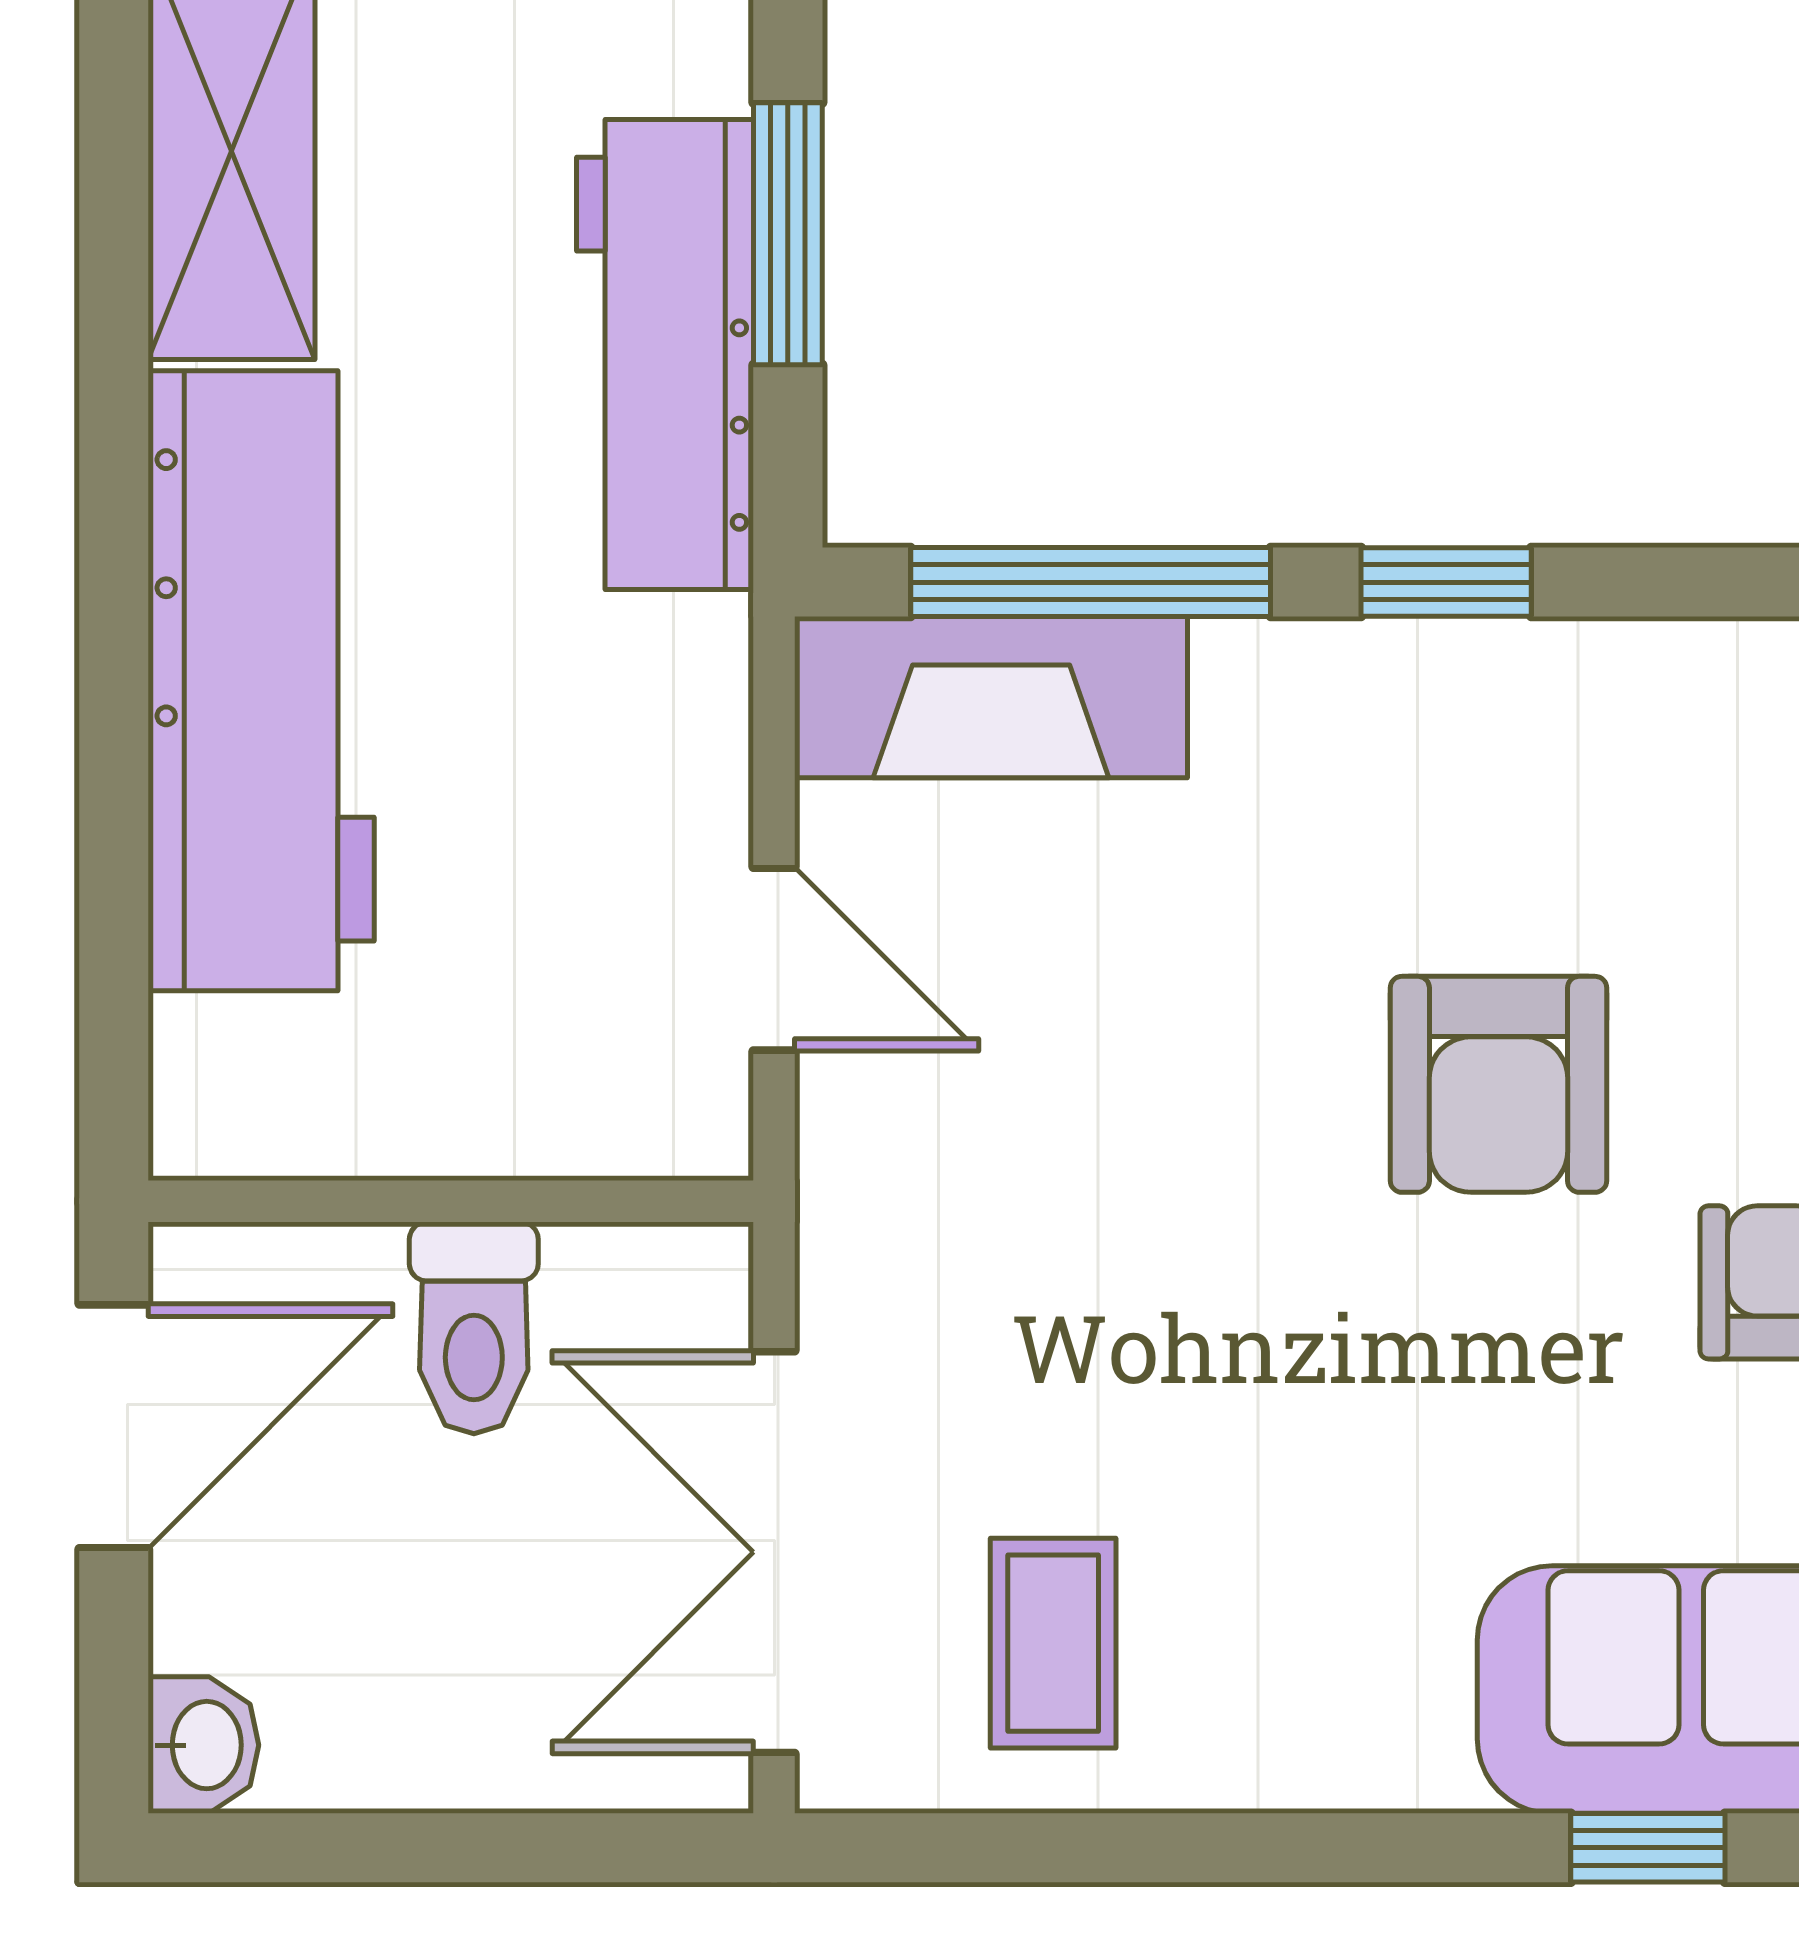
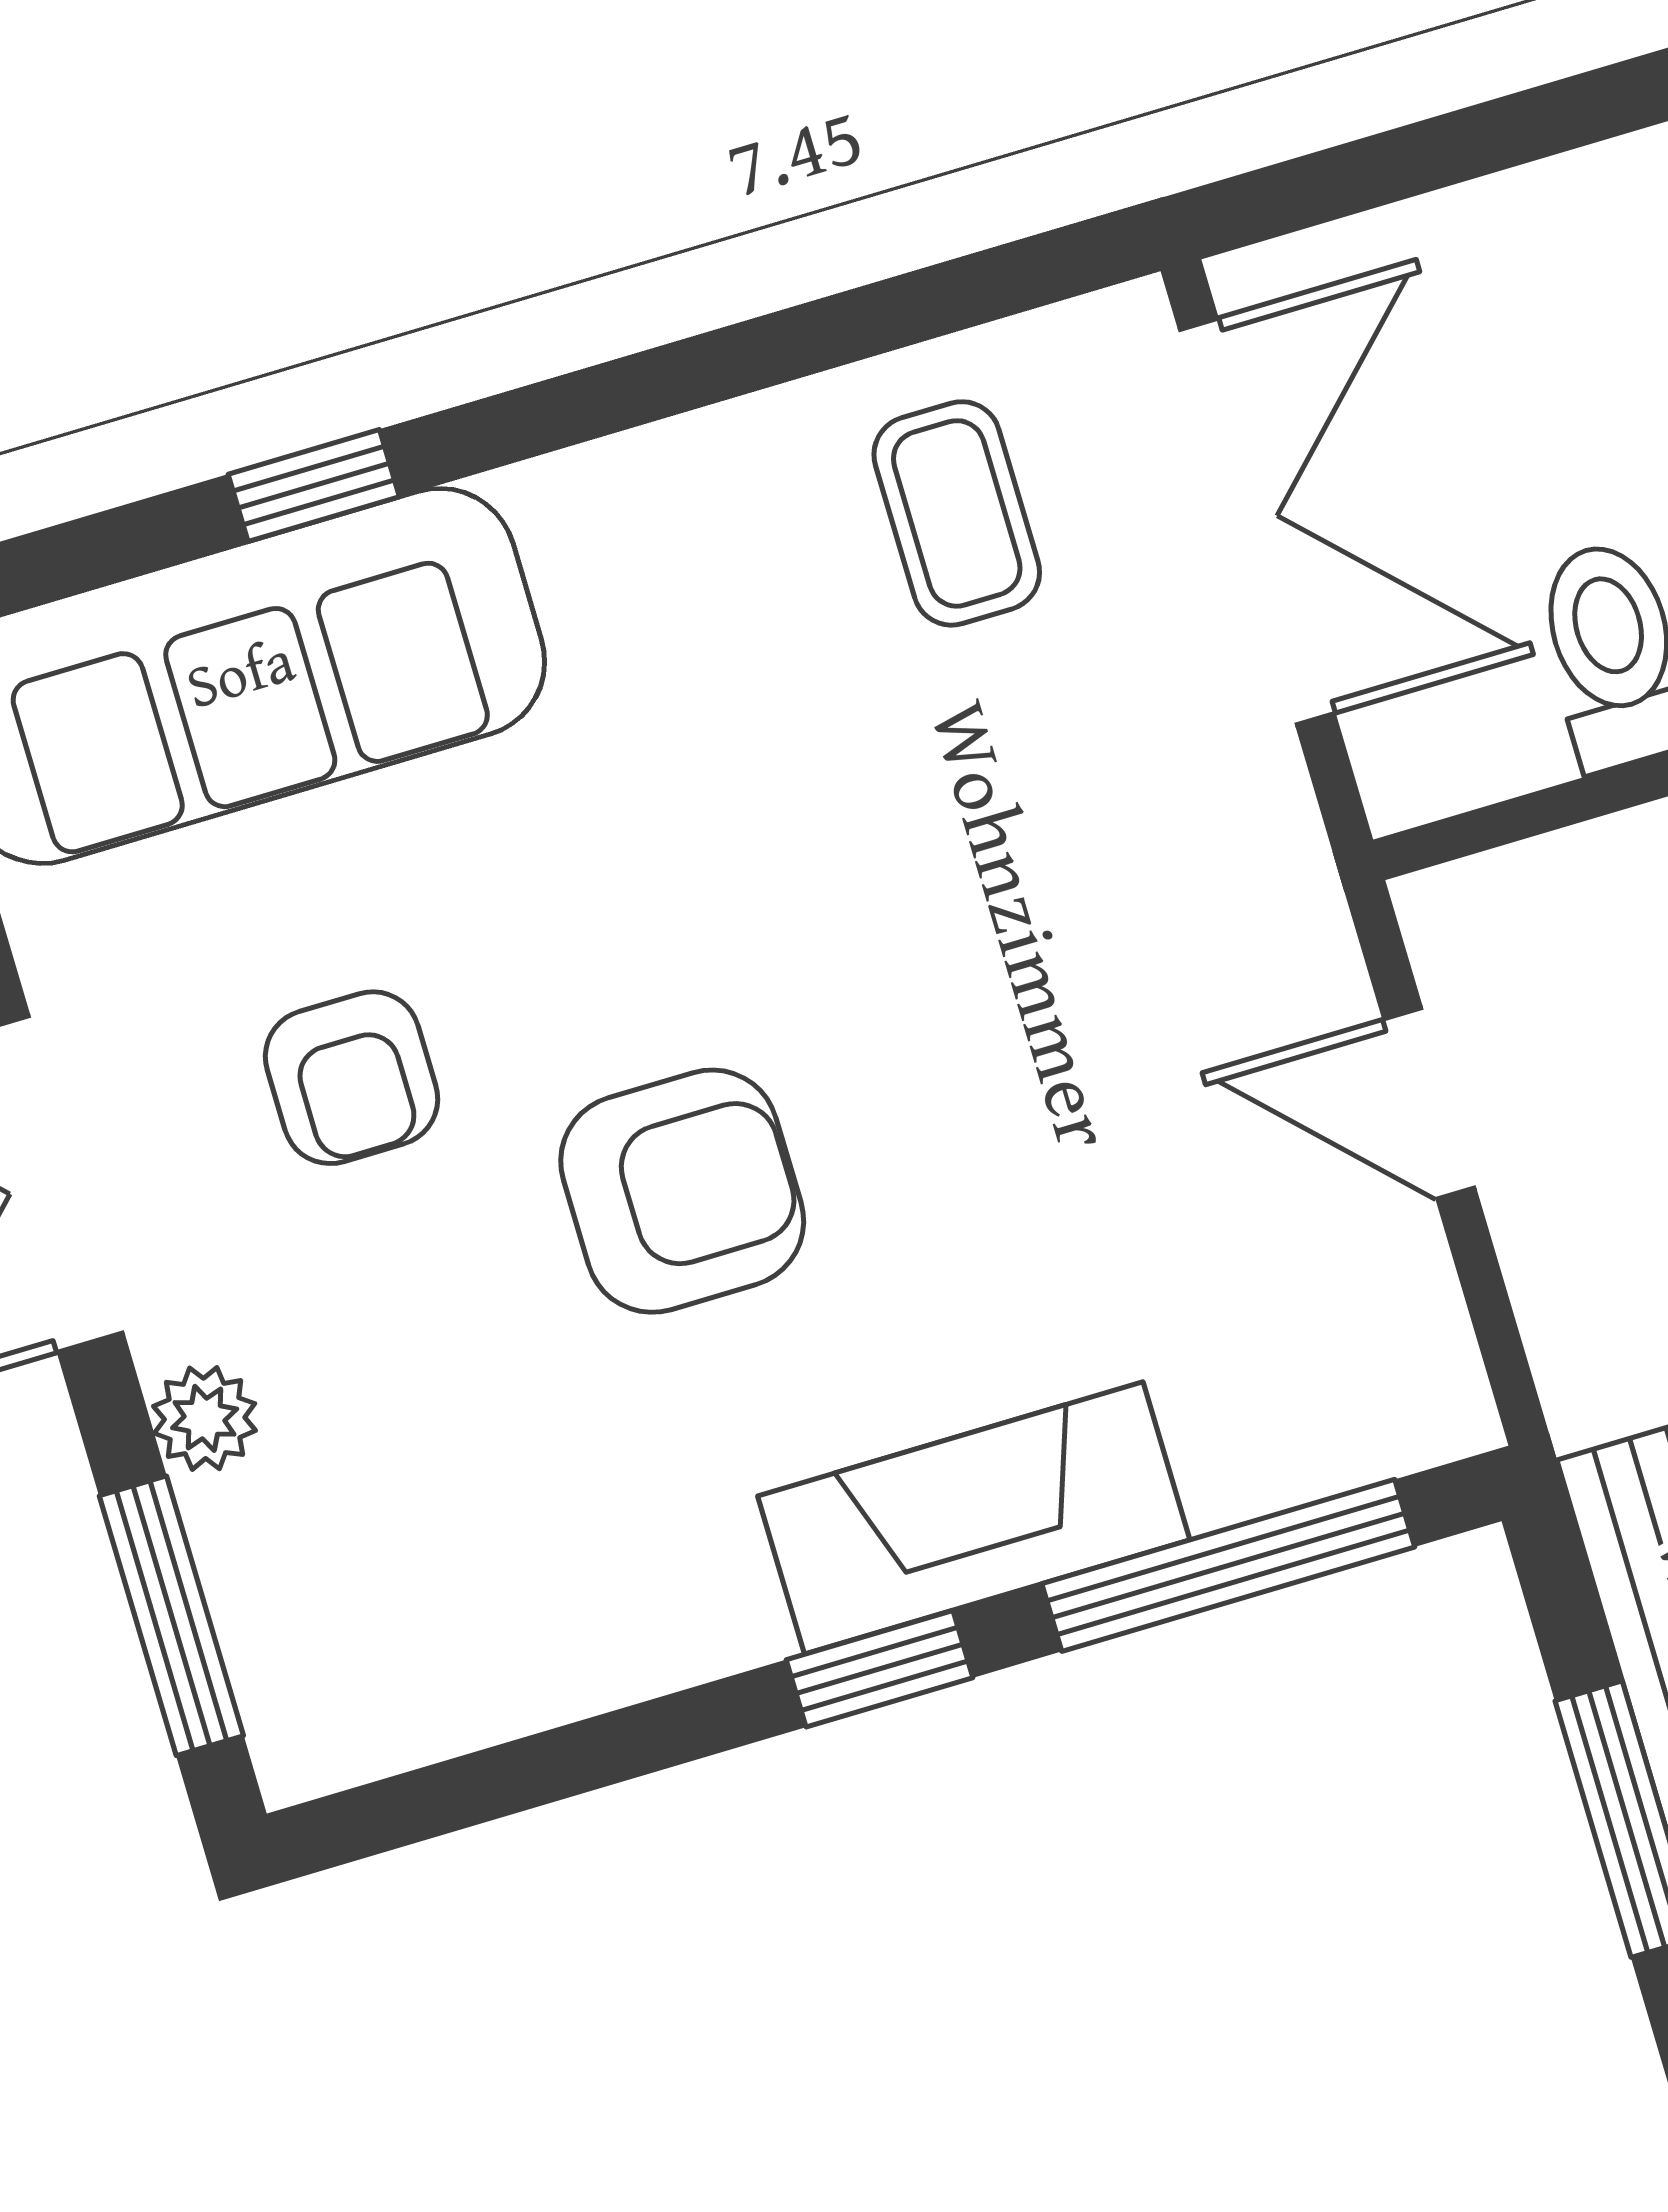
fireplace: (991, 697) -> (974, 1518), moved
armchair: (1498, 1084) -> (682, 1191), turned 90

